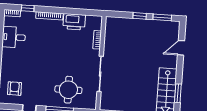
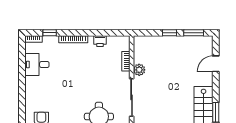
printer: (74, 22) -> (100, 41), width x0.53, depth x0.68
plant: (109, 49) -> (139, 70), added

